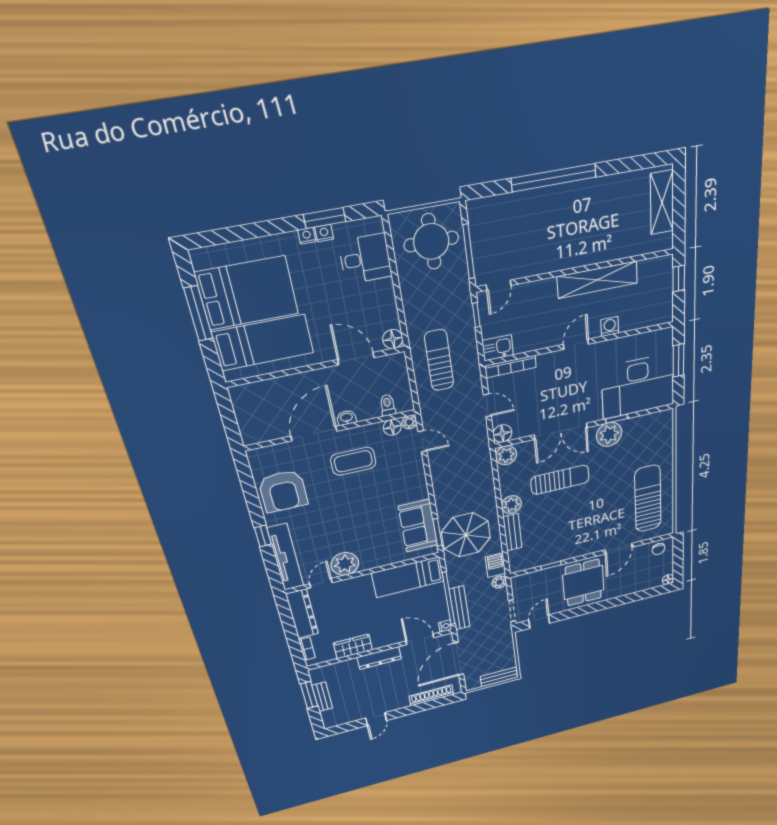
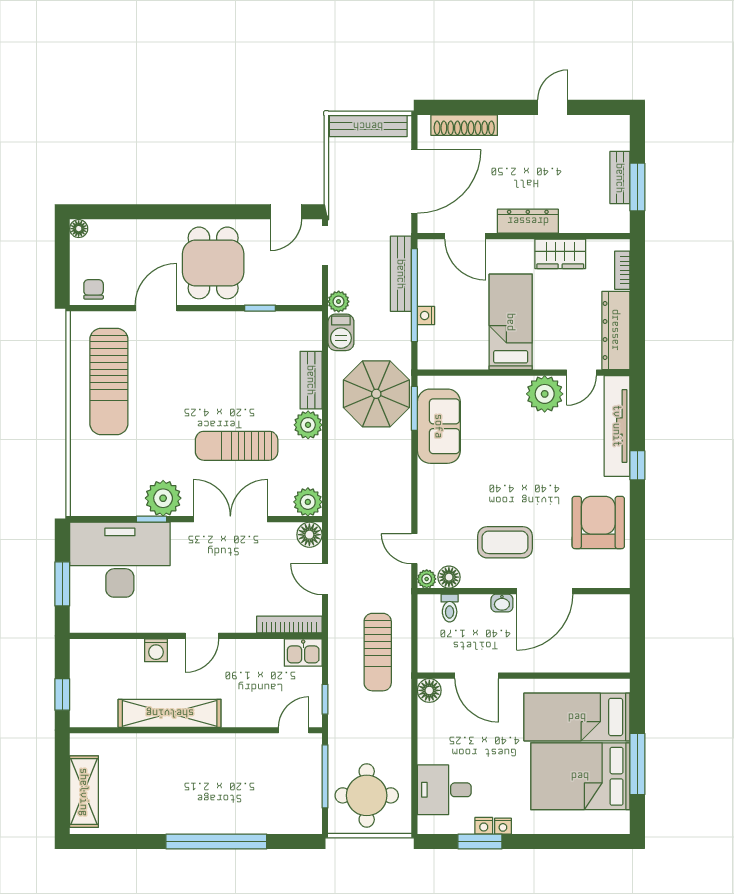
bed: (408, 577) -> (511, 322), moved, turned -90
nightstand: (445, 626) -> (426, 316), moved
bench: (499, 677) -> (368, 126), width x1.36

